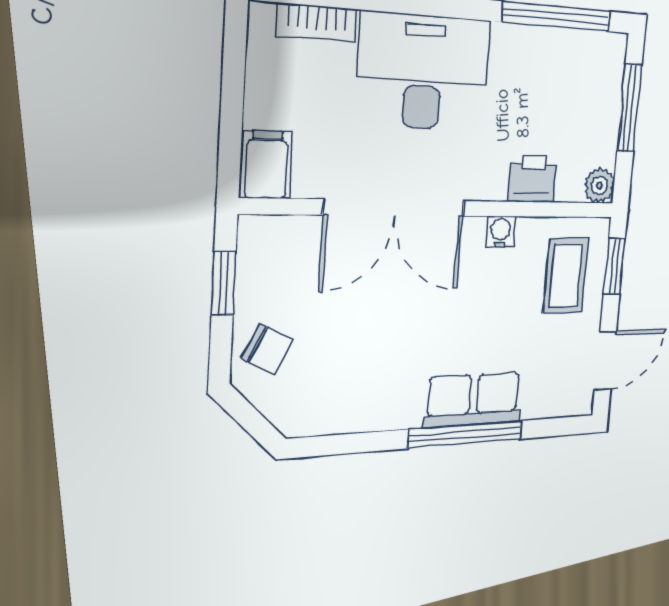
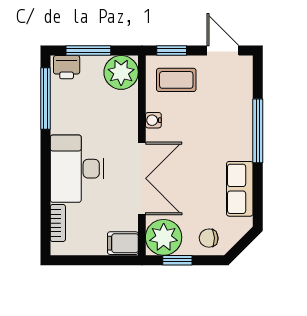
printer: (533, 179) -> (67, 67), moved, turned -90
plant: (599, 186) -> (121, 72), width x1.87, depth x1.87
plant: (274, 253) -> (164, 237), added
chair: (267, 349) -> (209, 238), turned -119
row of seats: (473, 400) -> (240, 189), moved

